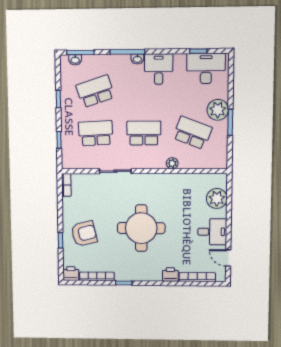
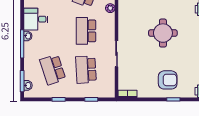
round table: (141, 228) -> (163, 33), width x0.73, depth x0.73
armchair: (84, 234) -> (168, 80), turned 104

